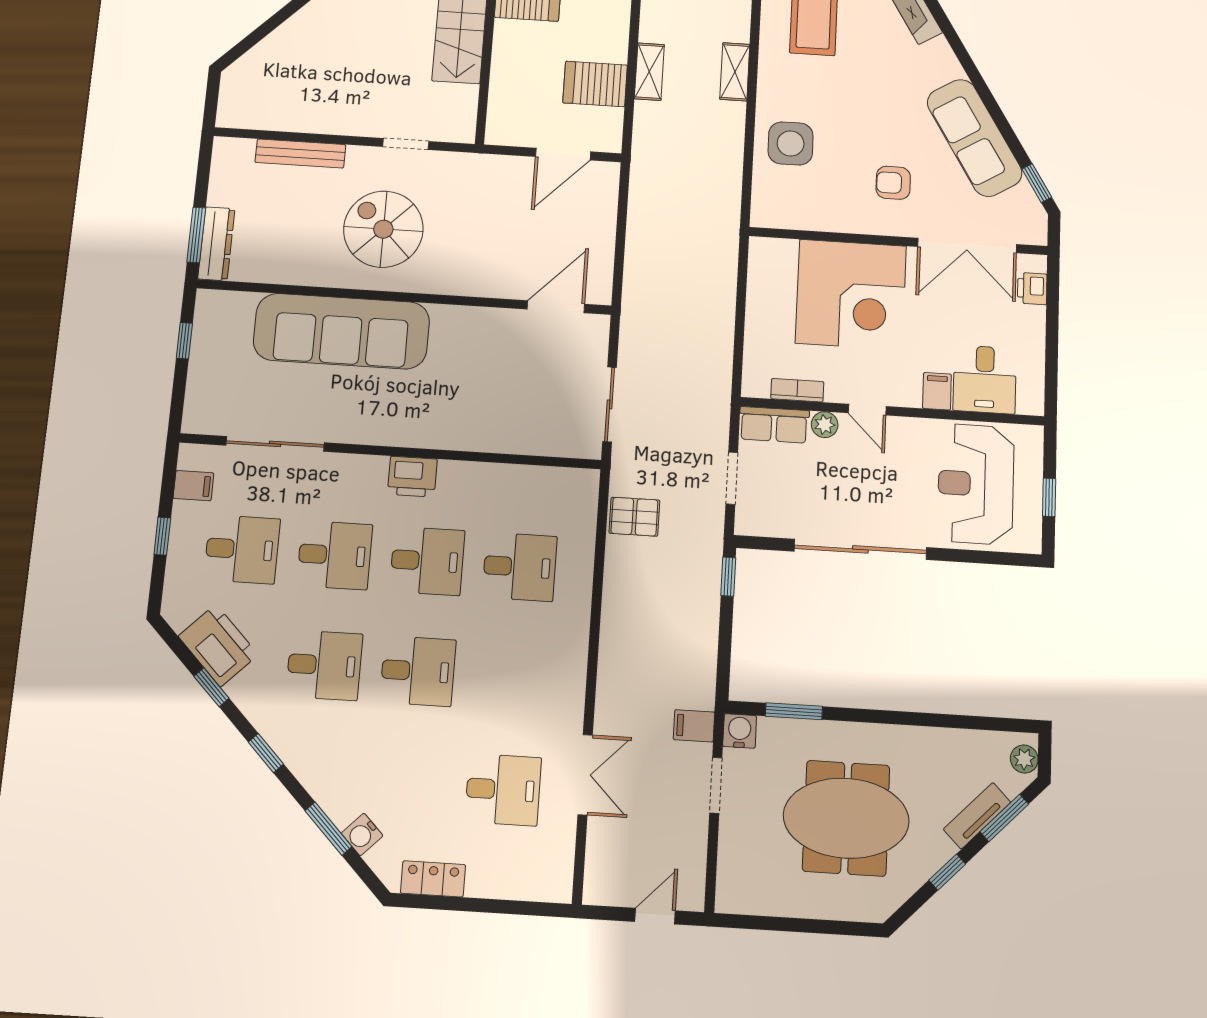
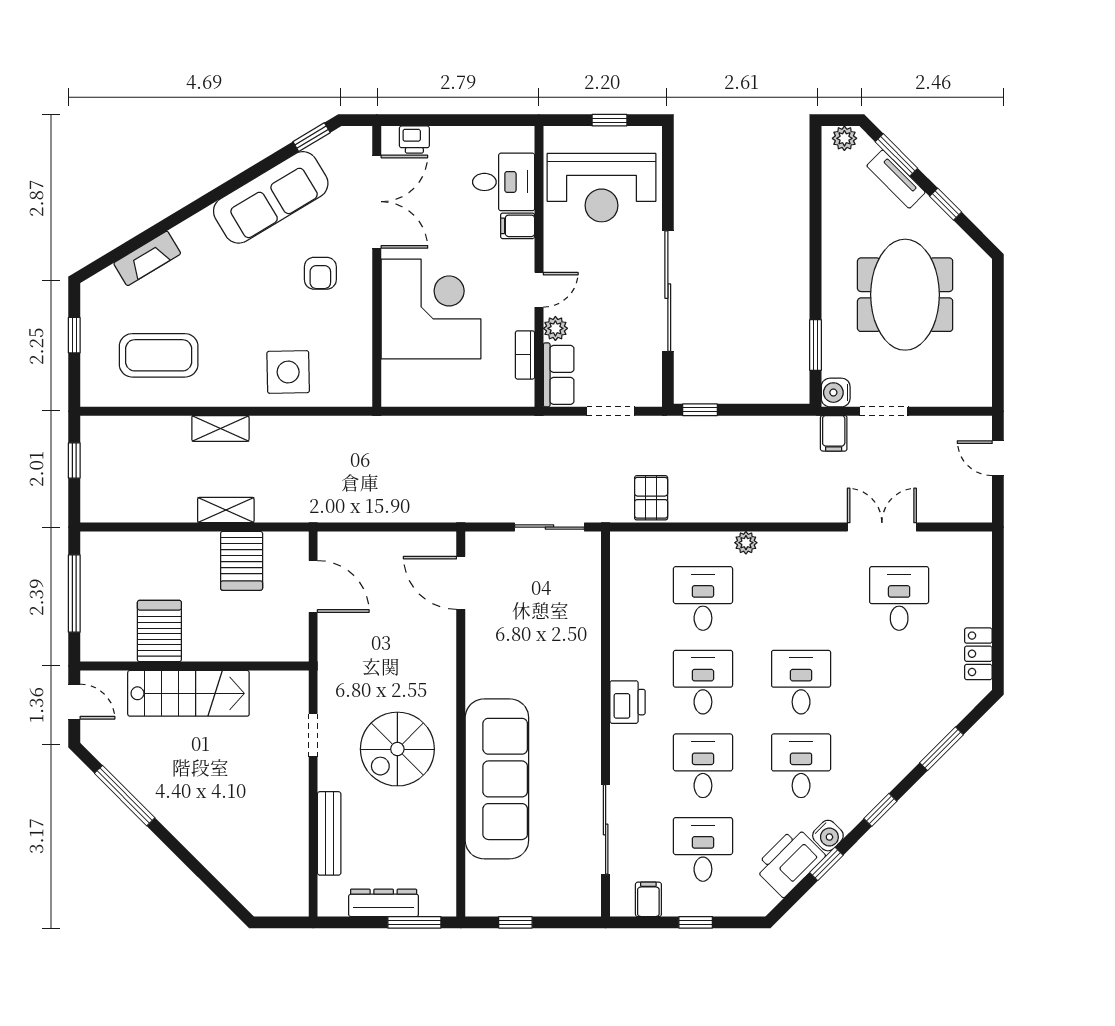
dresser: (216, 244) -> (384, 903), moved
plant: (578, 619) -> (746, 543), added
water cooler: (362, 834) -> (828, 836), moved

